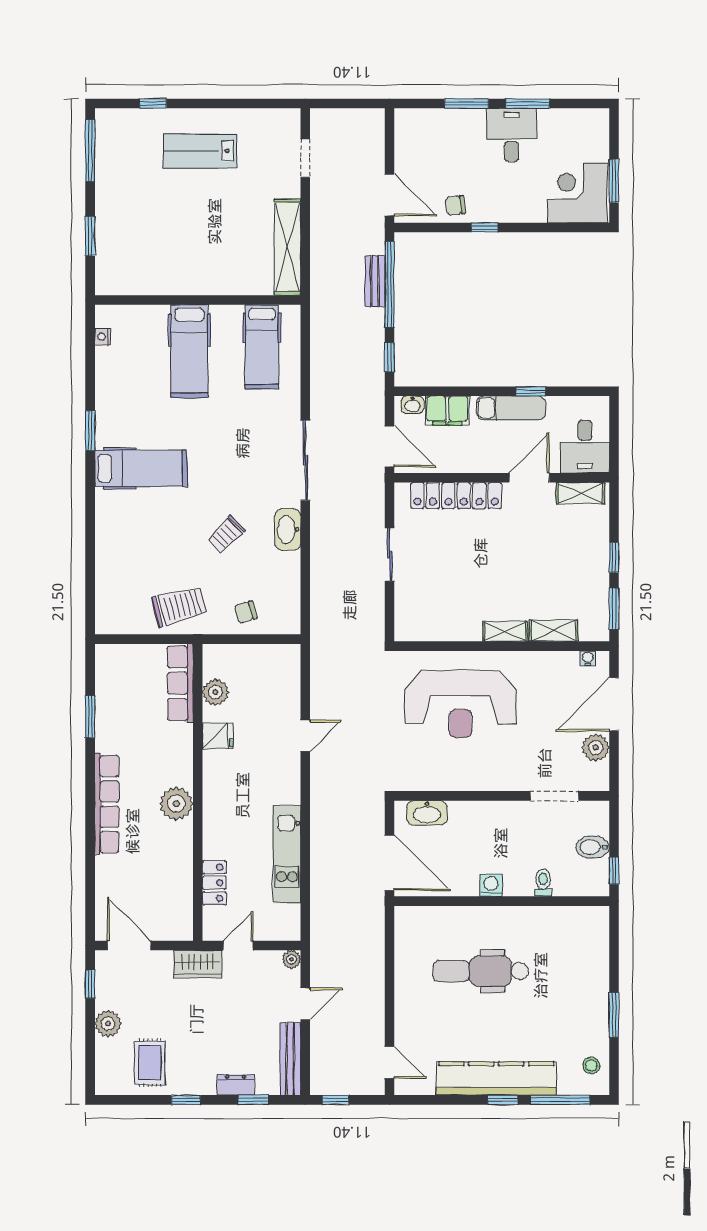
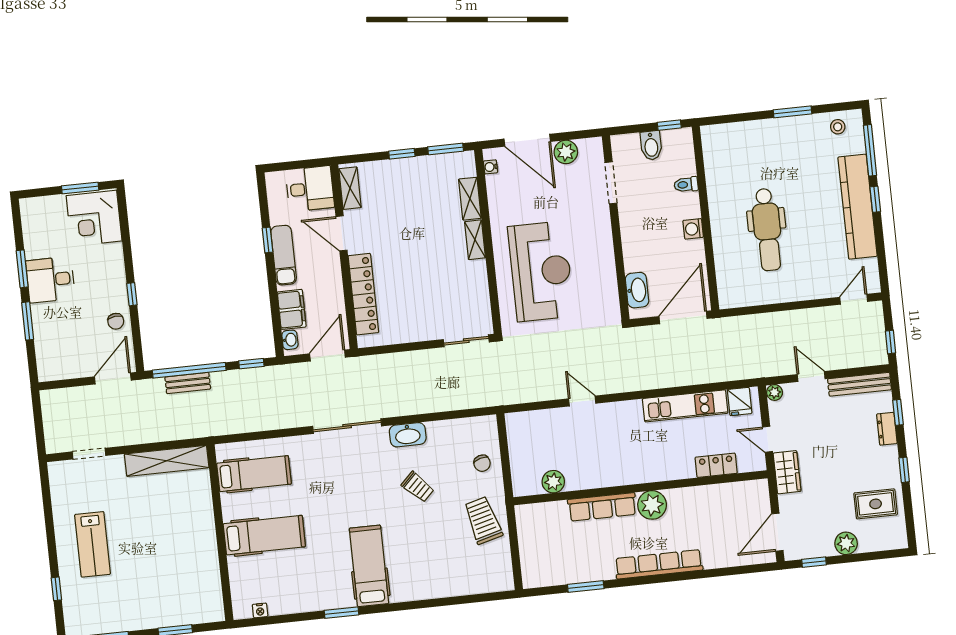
sliding door: (390, 555) -> (466, 341), moved
row of seats: (180, 683) -> (602, 507), moved
fridge: (218, 736) -> (740, 402), moved, turned 180

